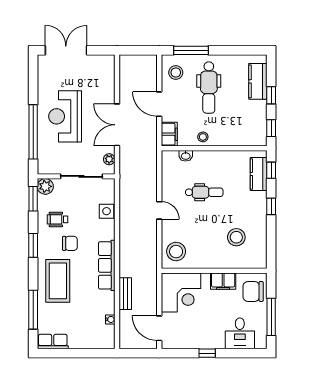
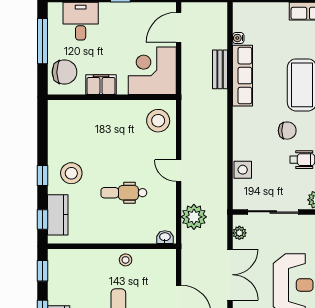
filing cabinet: (169, 134) -> (166, 263), removed
washbasin: (186, 156) -> (165, 237), moved
plant: (147, 172) -> (194, 217), added
stool: (236, 237) -> (71, 173), moved
chair: (70, 243) -> (287, 131), turned 180
row of seats: (107, 265) -> (242, 76), moved
door: (159, 328) -> (179, 27), swing flipped

